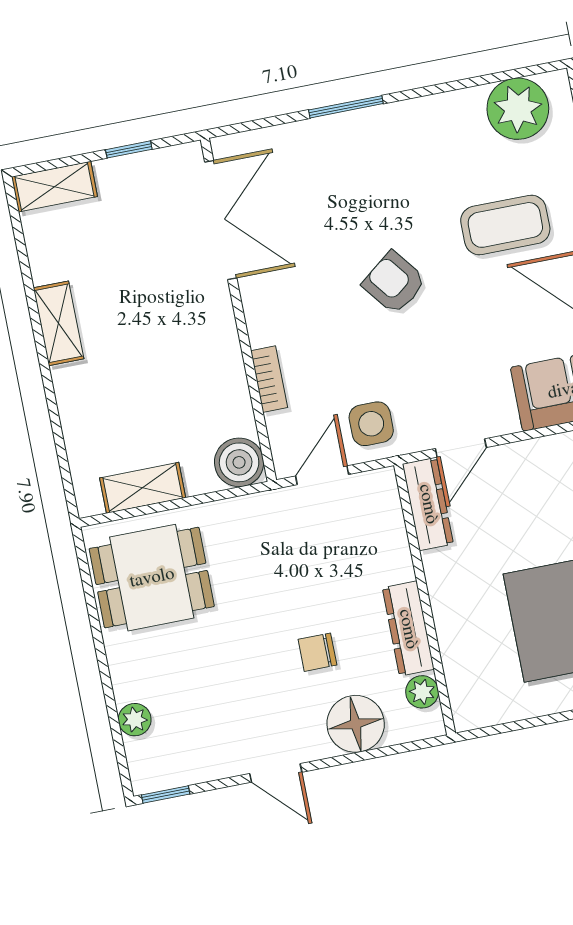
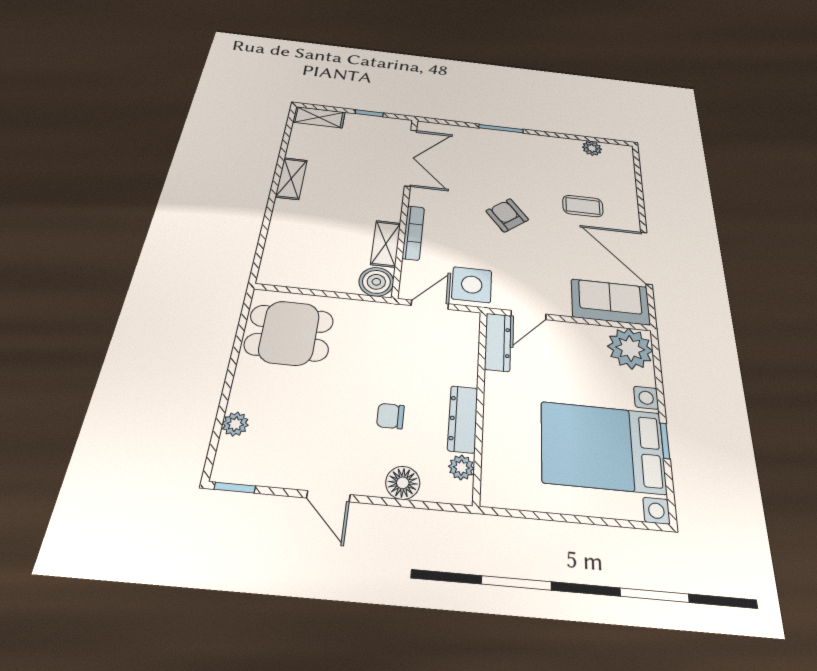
plant: (518, 109) -> (592, 148), width x0.53, depth x0.53
coffee table: (505, 225) -> (583, 206), width x0.73, depth x0.77
bookcase: (269, 379) -> (413, 233), width x1.56
side table: (371, 424) -> (472, 285), width x1.37, depth x1.37
shelving: (143, 488) -> (386, 244), moved, turned 90
floor lamp: (356, 724) -> (403, 483), width x0.73, depth x0.73

